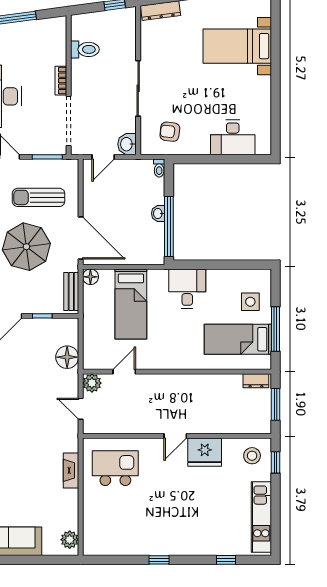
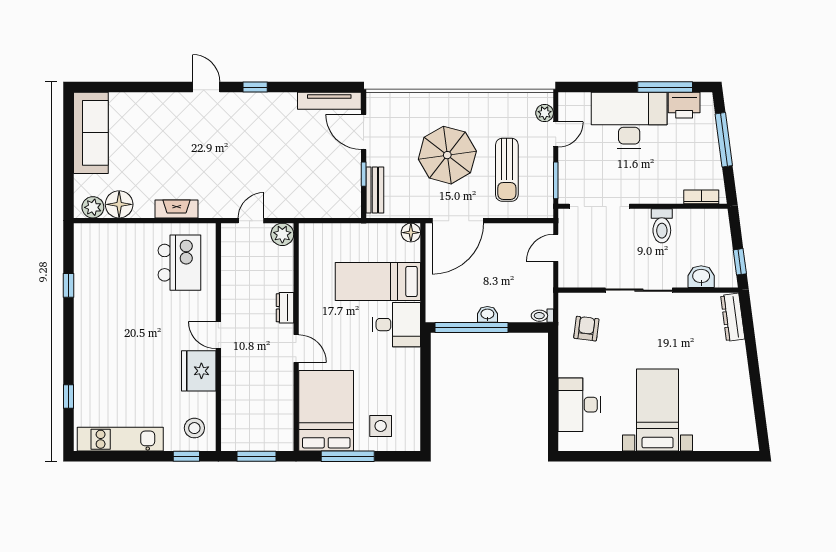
bed with nightstands: (237, 46) -> (658, 410), moved
toilet: (85, 49) -> (662, 226), moved
bookcase: (61, 81) -> (701, 197), moved
washbasin: (127, 144) -> (701, 277), moved
door: (103, 157) -> (556, 248), hinge flipped
sun lounger: (39, 197) -> (507, 170), turned 180
desk: (187, 289) -> (396, 325), moved
bench: (71, 291) -> (375, 190), moved, turned 90
bed: (238, 339) -> (326, 411), width x1.50
floor lamp: (67, 357) -> (119, 204), moved
door: (124, 372) -> (296, 349), moved
dresser: (256, 381) -> (285, 308), moved
window: (159, 560) -> (68, 285), moved

